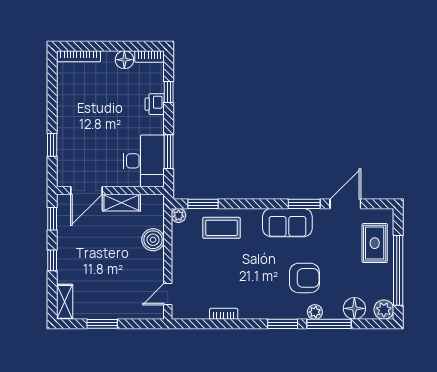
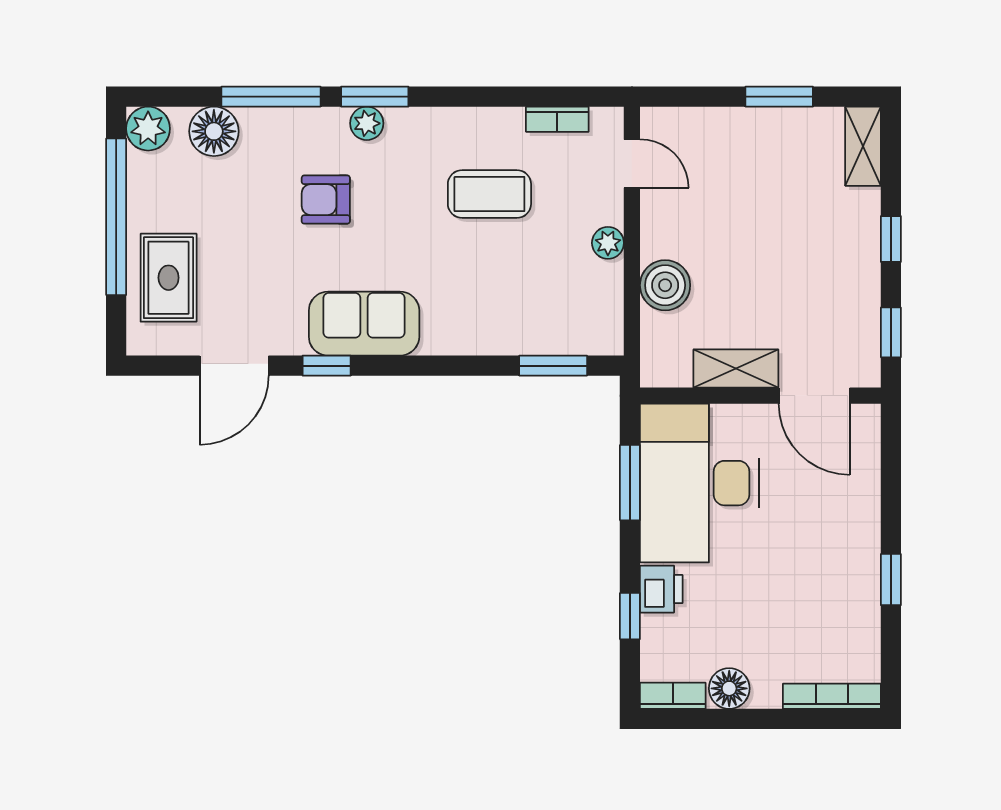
window: (52, 145) -> (891, 580), moved
desk: (144, 161) -> (699, 483), width x1.36, depth x1.30
door: (86, 190) -> (814, 396), swing flipped
window: (304, 204) -> (327, 366), width x0.67
plant: (179, 215) -> (608, 243), moved
coffee table: (221, 228) -> (489, 194), moved
armchair: (304, 278) -> (326, 200), width x0.72, depth x0.72
door: (168, 294) -> (632, 164), hinge flipped
plant: (315, 312) -> (367, 123), moved
bookcase: (224, 314) -> (557, 119), moved

